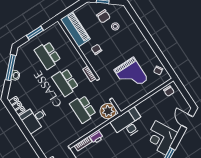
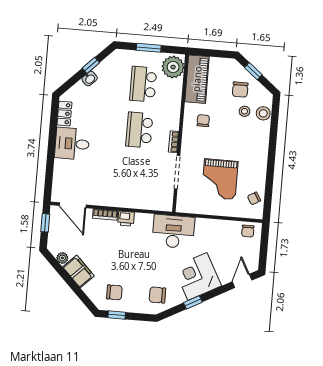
stool: (127, 19) -> (263, 113), added
window: (11, 68) -> (91, 65), width x0.46
school desk: (83, 109) -> (136, 176), removed
plant: (108, 111) -> (173, 67), moved

